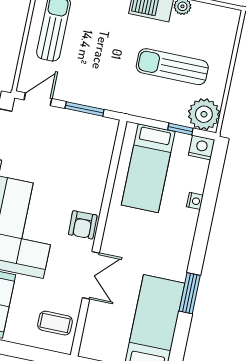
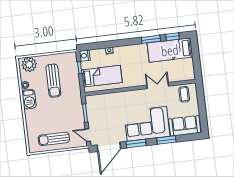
plant: (204, 114) -> (29, 64), moved
armchair: (83, 225) -> (137, 97), removed
window: (180, 339) -> (173, 37), added

